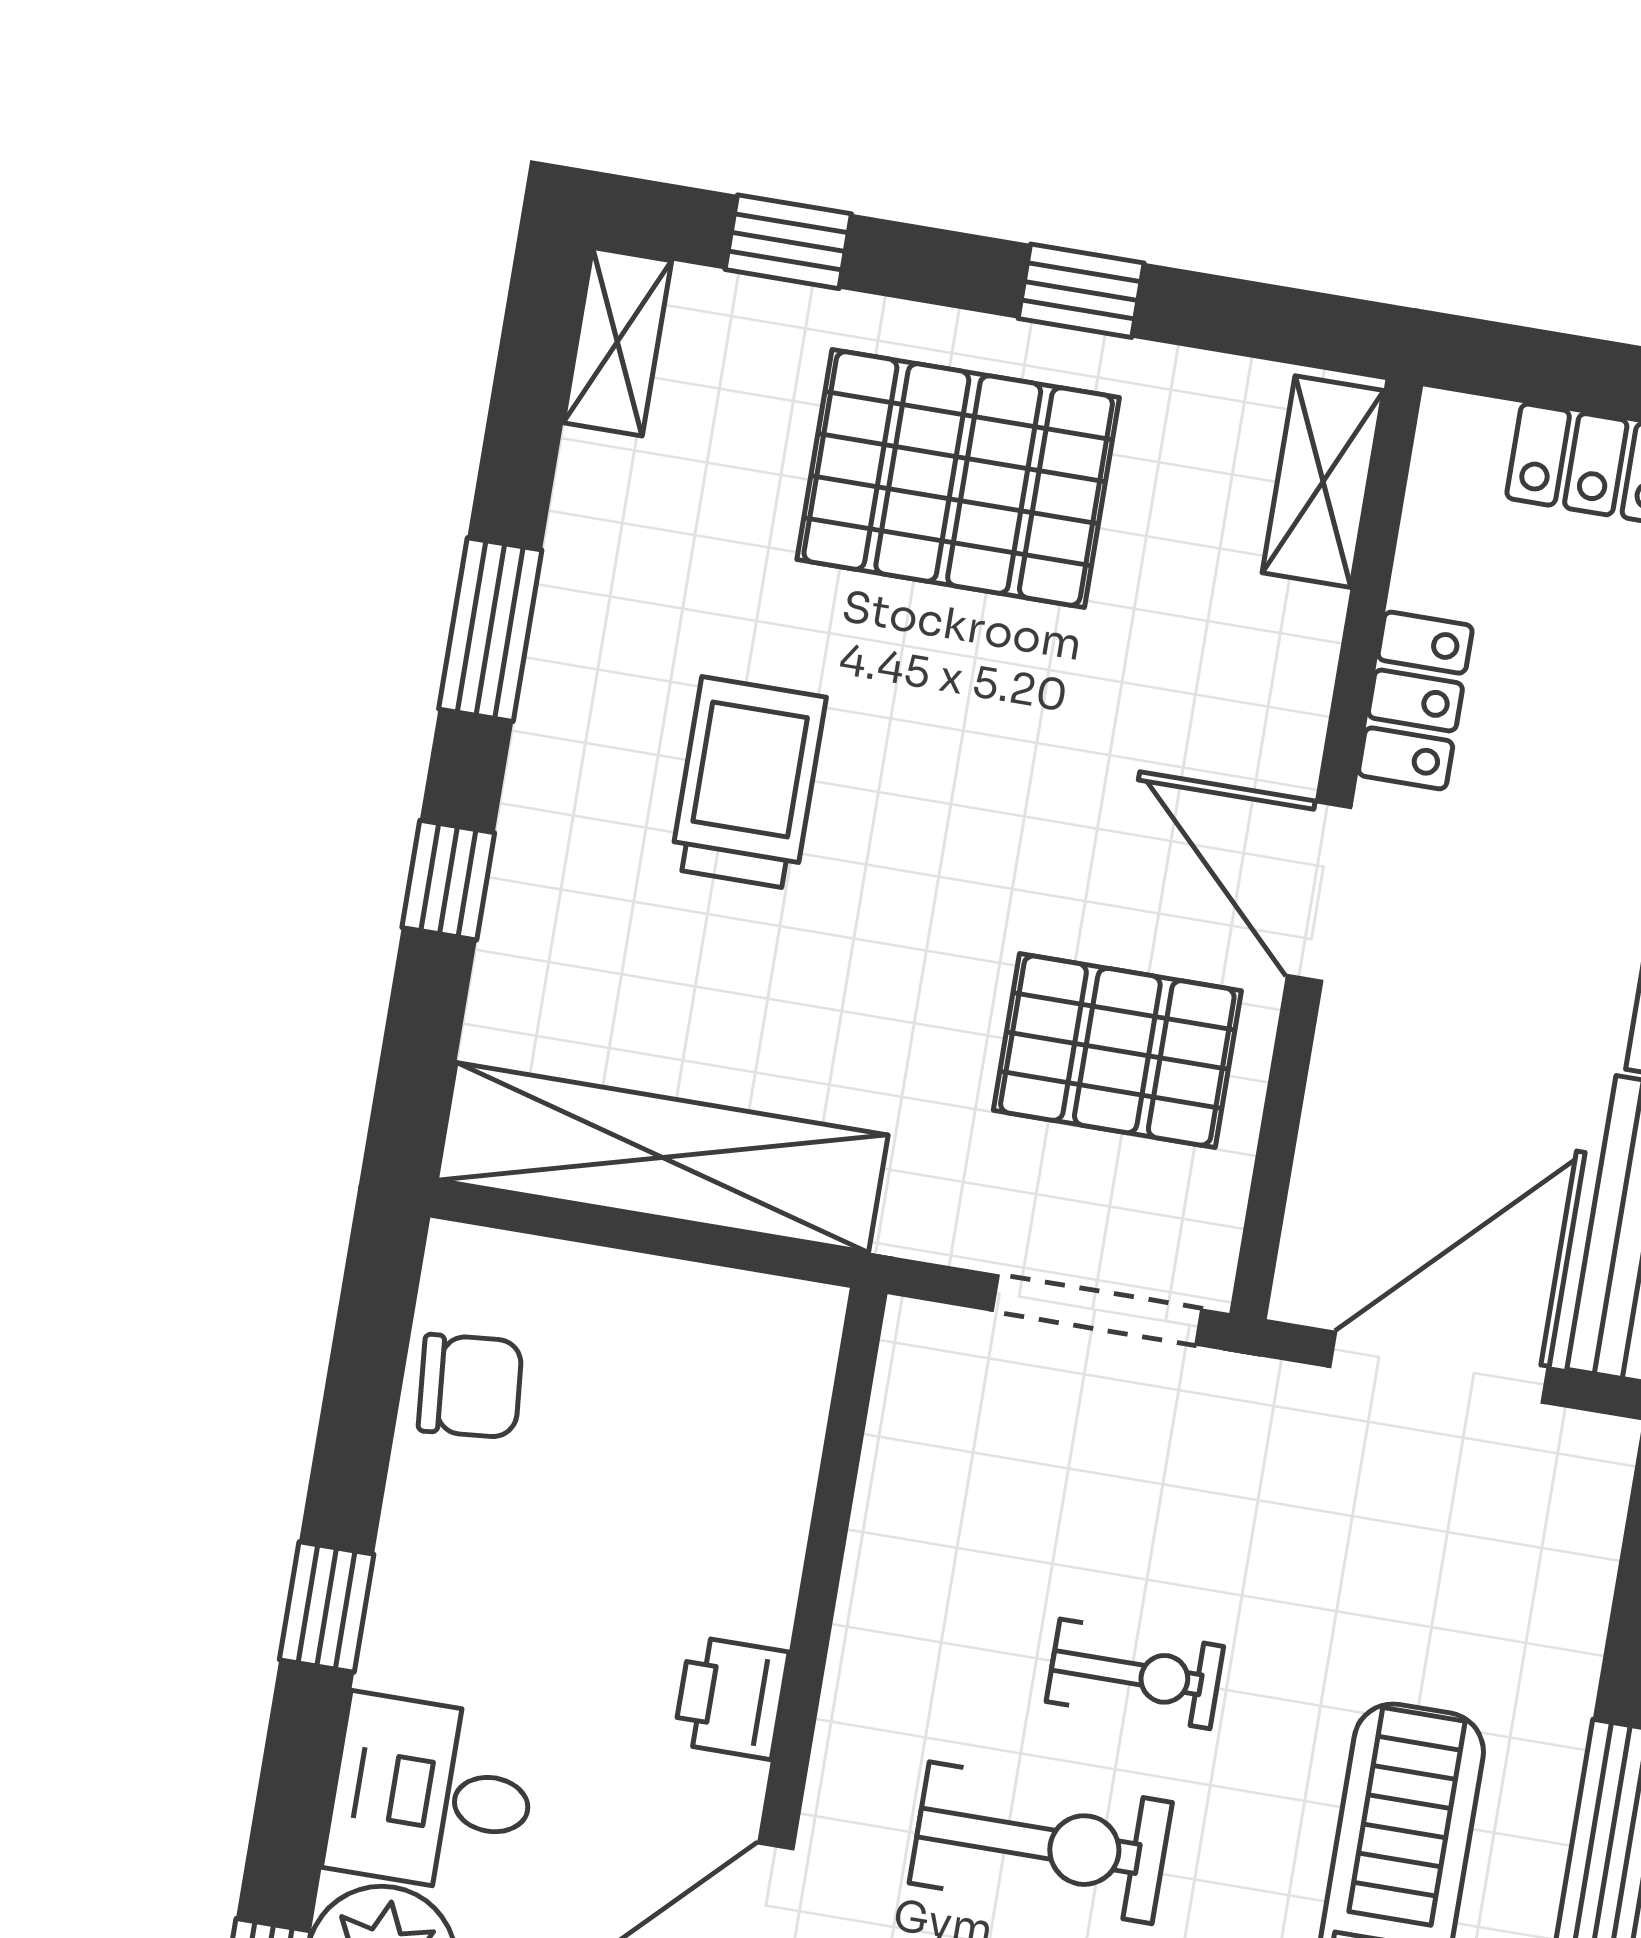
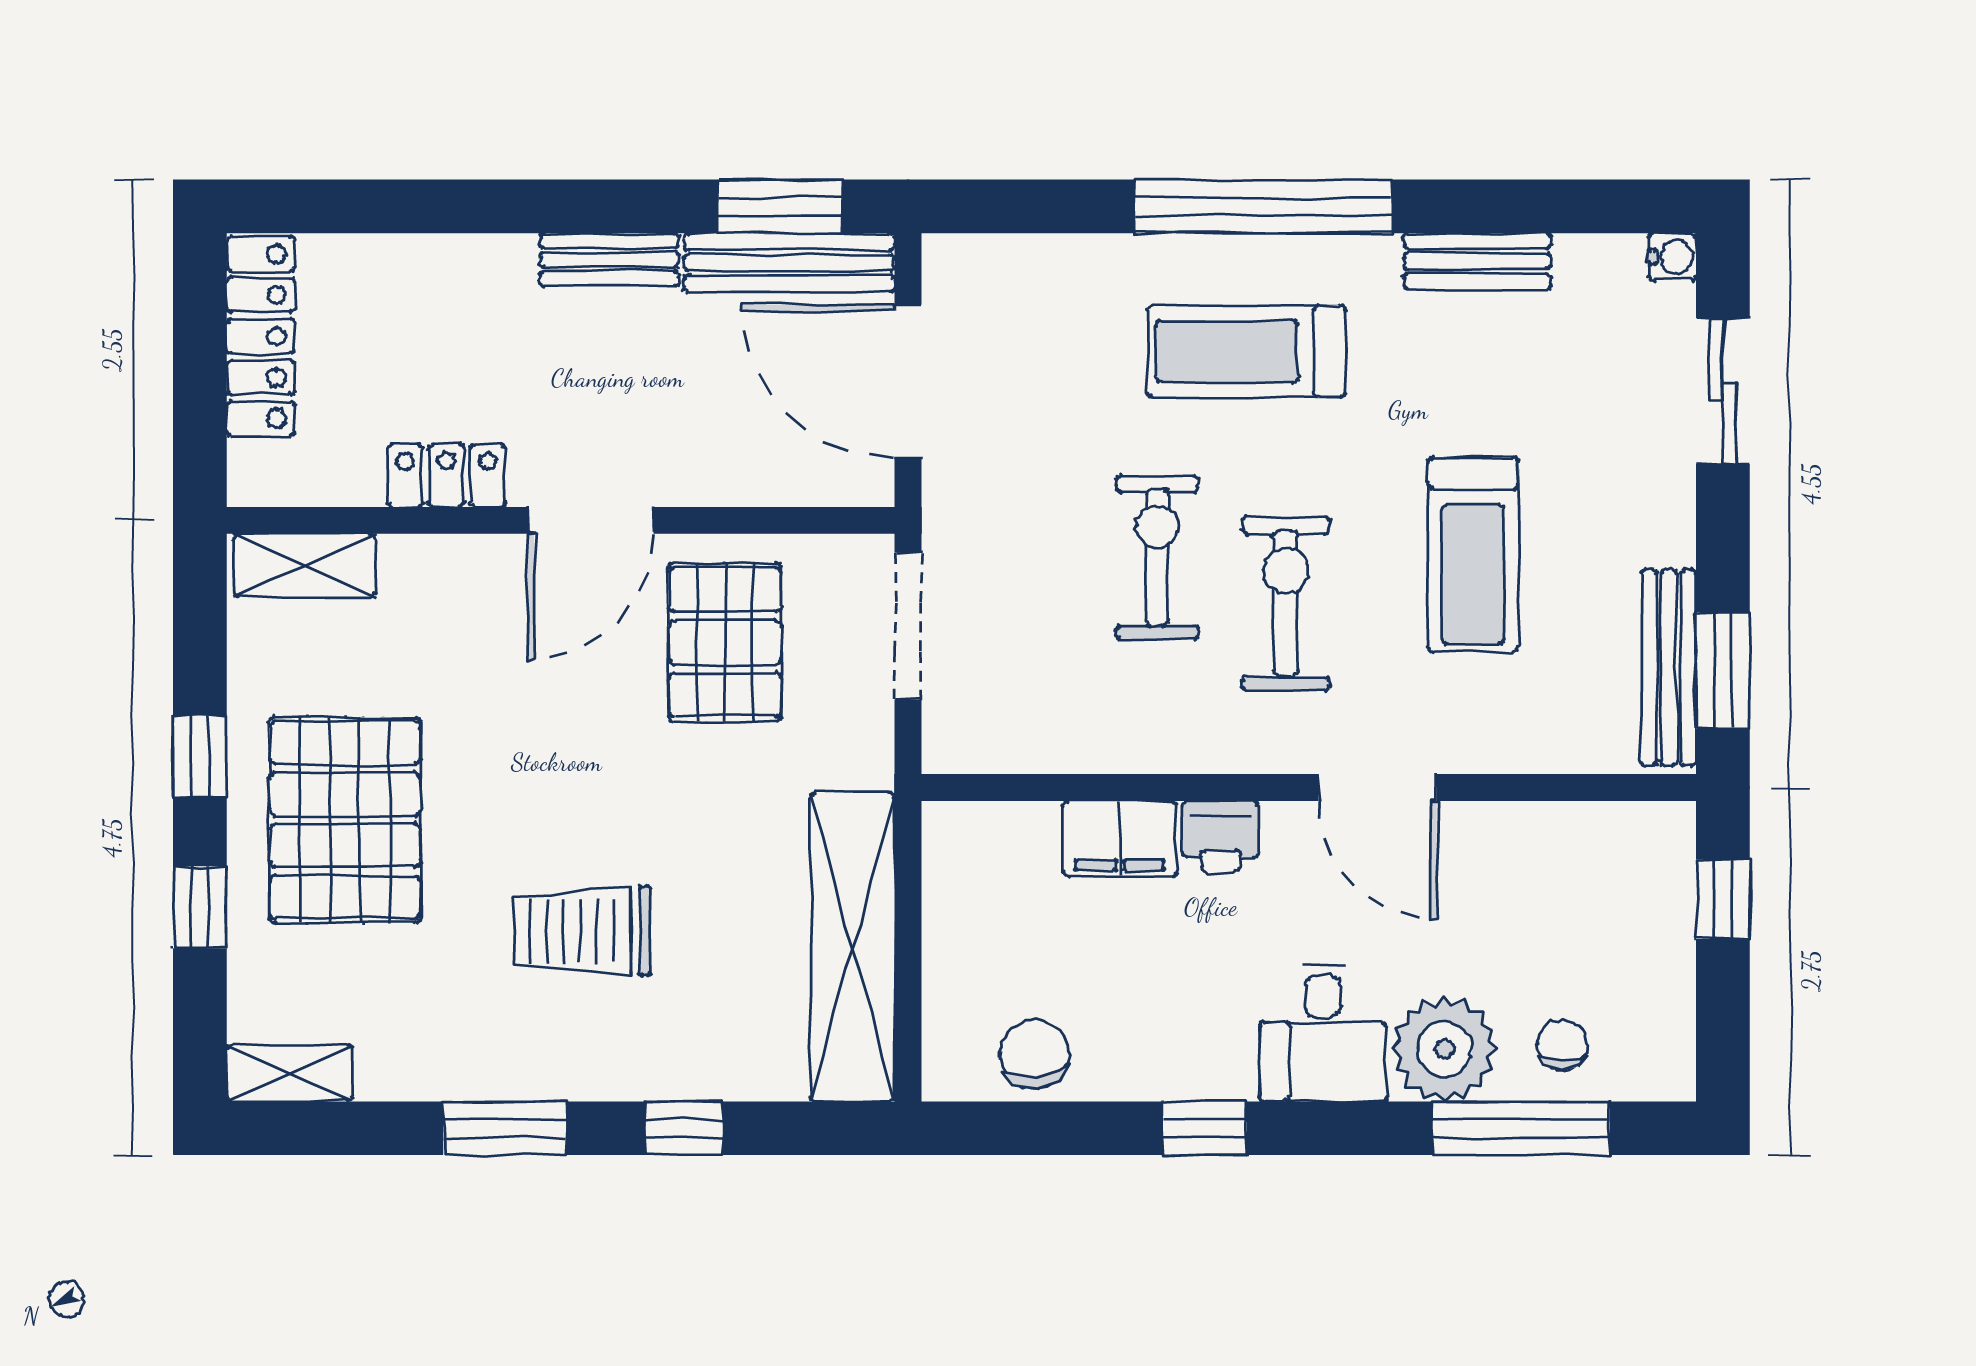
window: (788, 242) -> (200, 907), moved
filing cabinet: (751, 1556) -> (1120, 839), added
exercise bike: (1135, 1674) -> (1157, 557), width x1.38, depth x1.39

